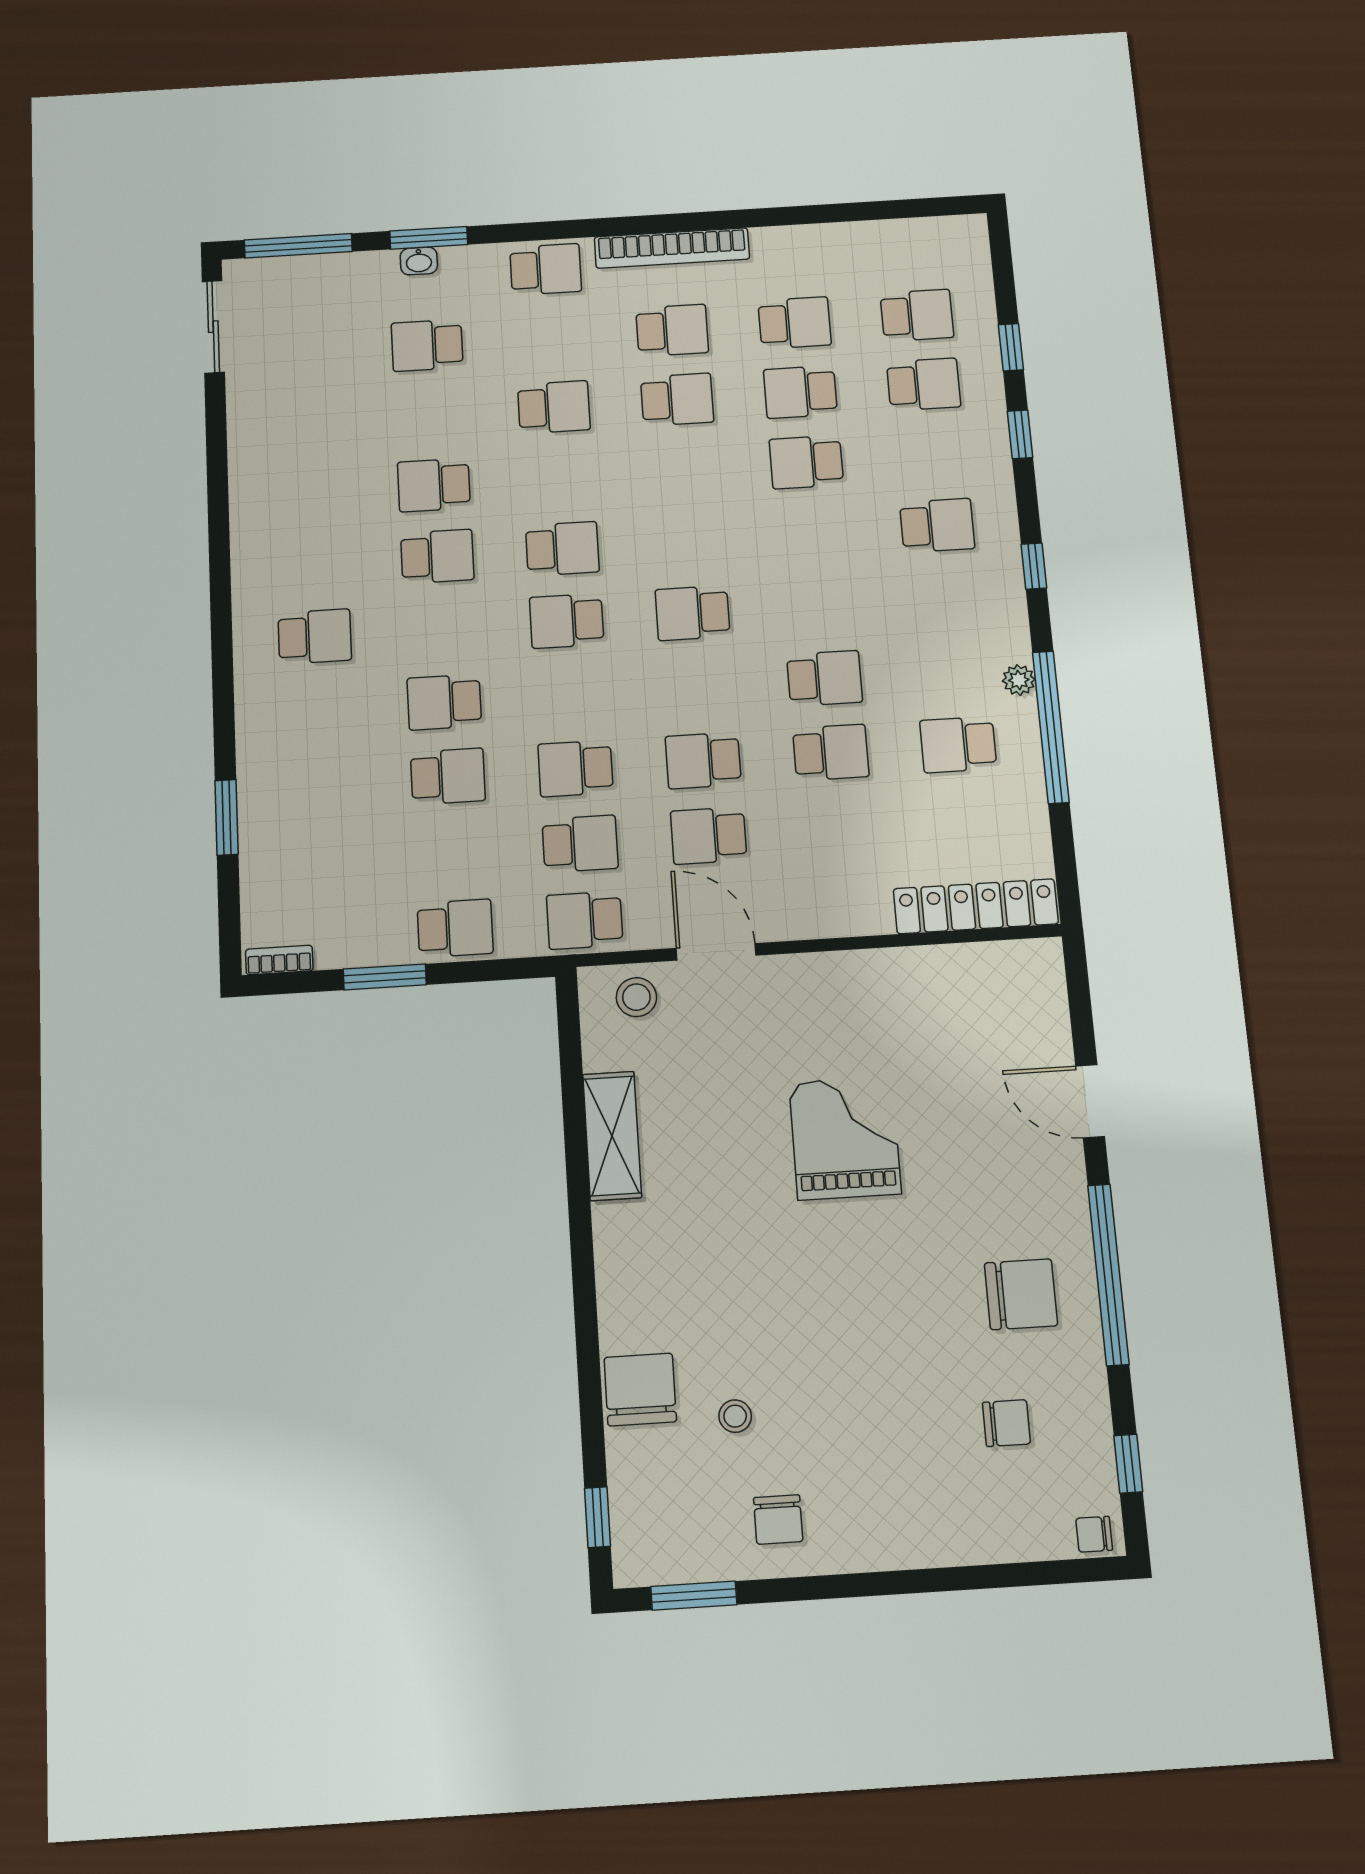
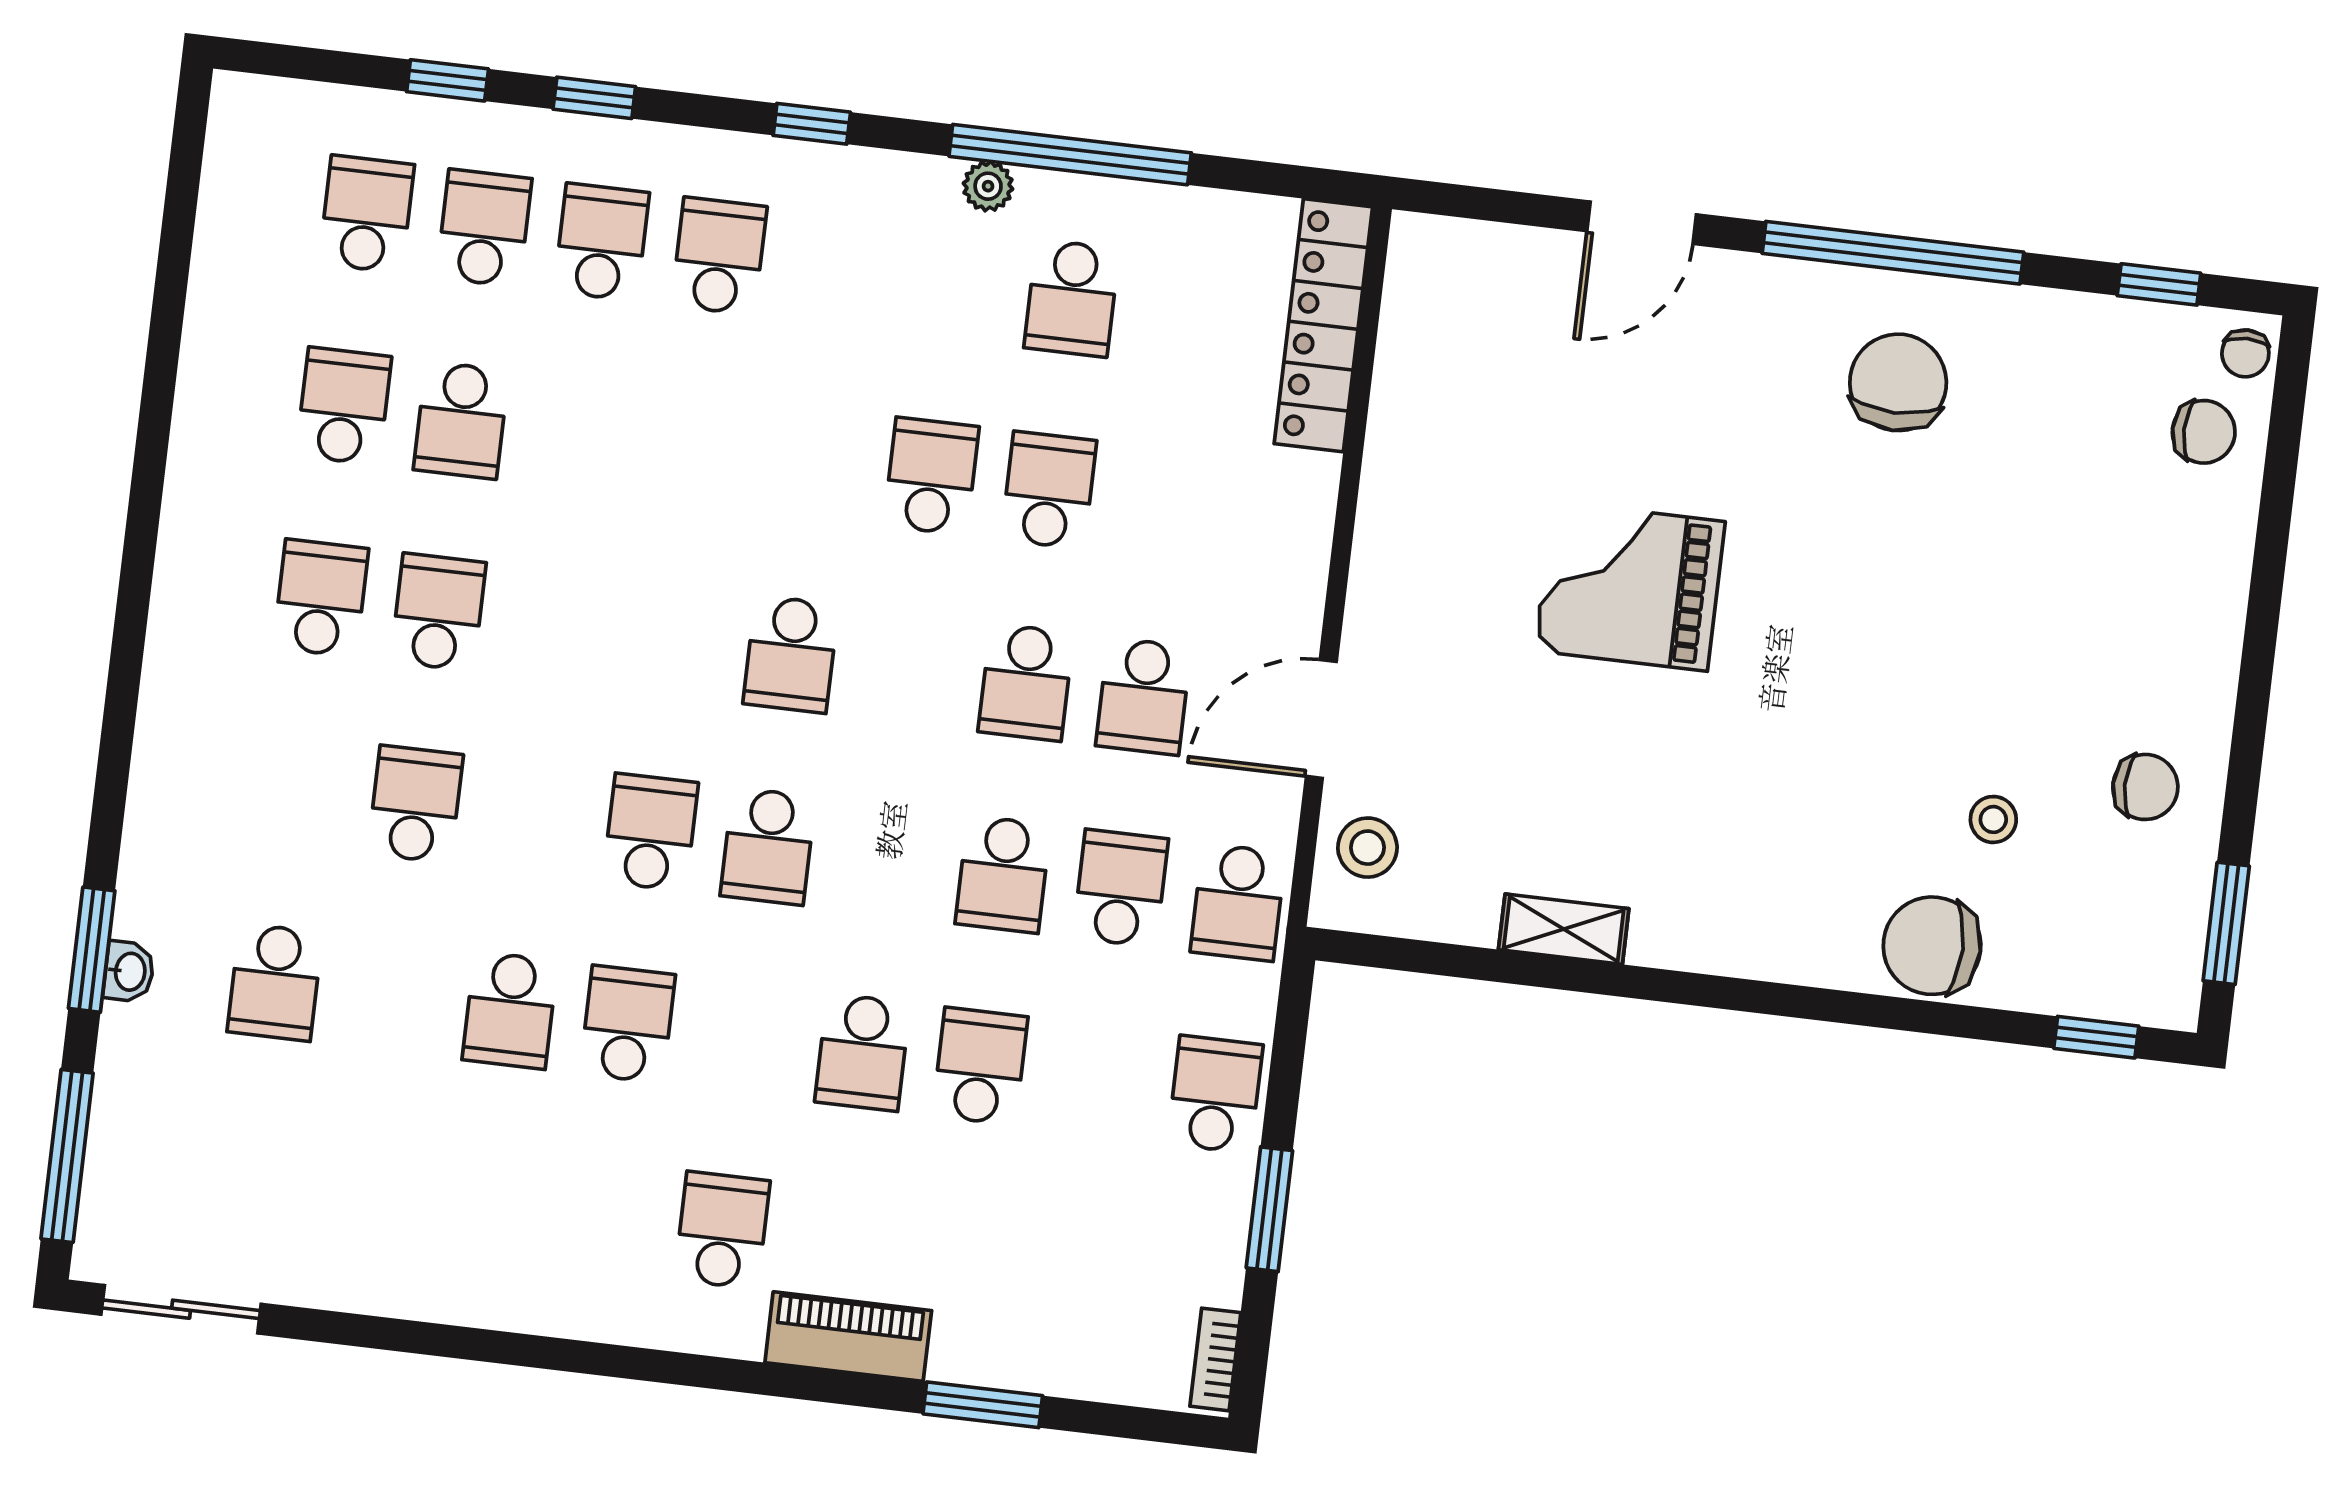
bookcase: (672, 248) -> (181, 572), removed
school desk: (546, 269) -> (180, 776), removed
school desk: (806, 462) -> (602, 242), moved, turned 180
piano: (258, 726) -> (848, 1337), added
shelving: (612, 1136) -> (1564, 929), width x0.67, depth x0.75
chair: (1006, 1423) -> (2204, 432), moved, turned 90

